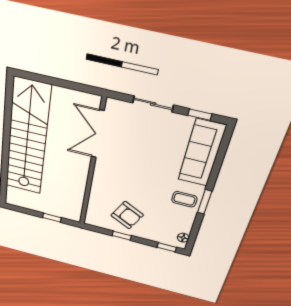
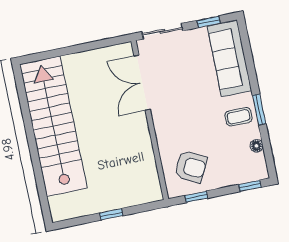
double door: (98, 134) -> (142, 83), moved
wall: (92, 165) -> (150, 120), moved
floor lamp: (183, 238) -> (256, 146), moved

